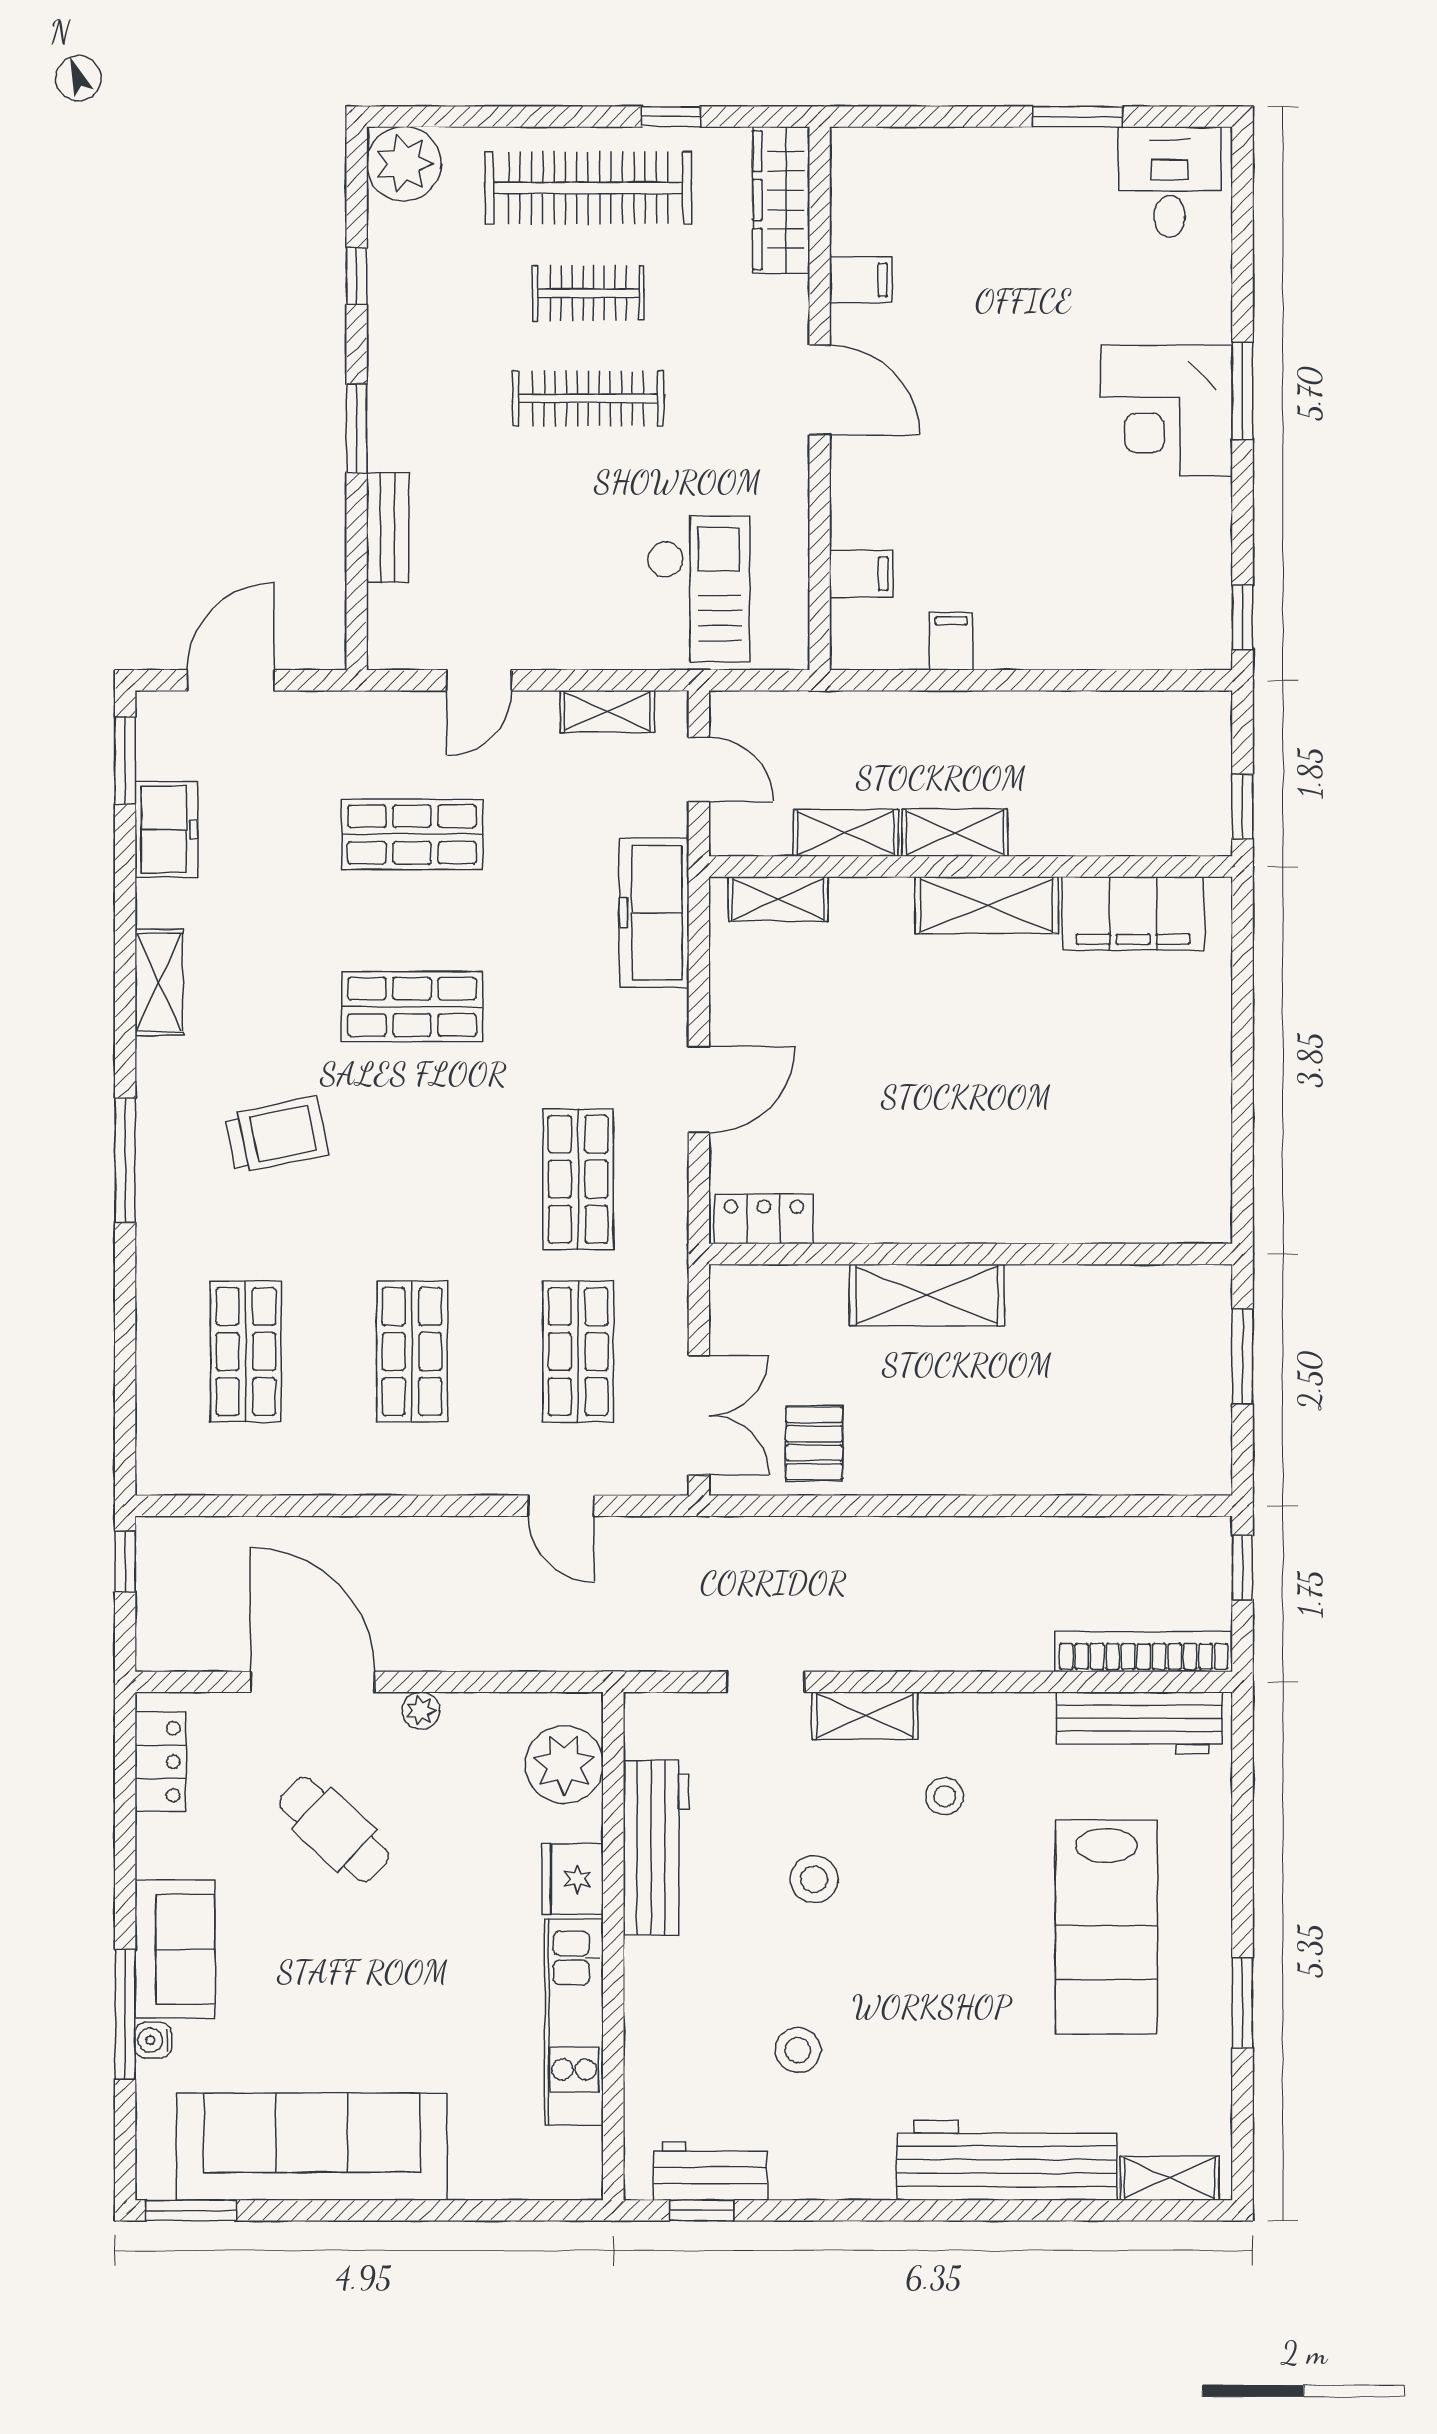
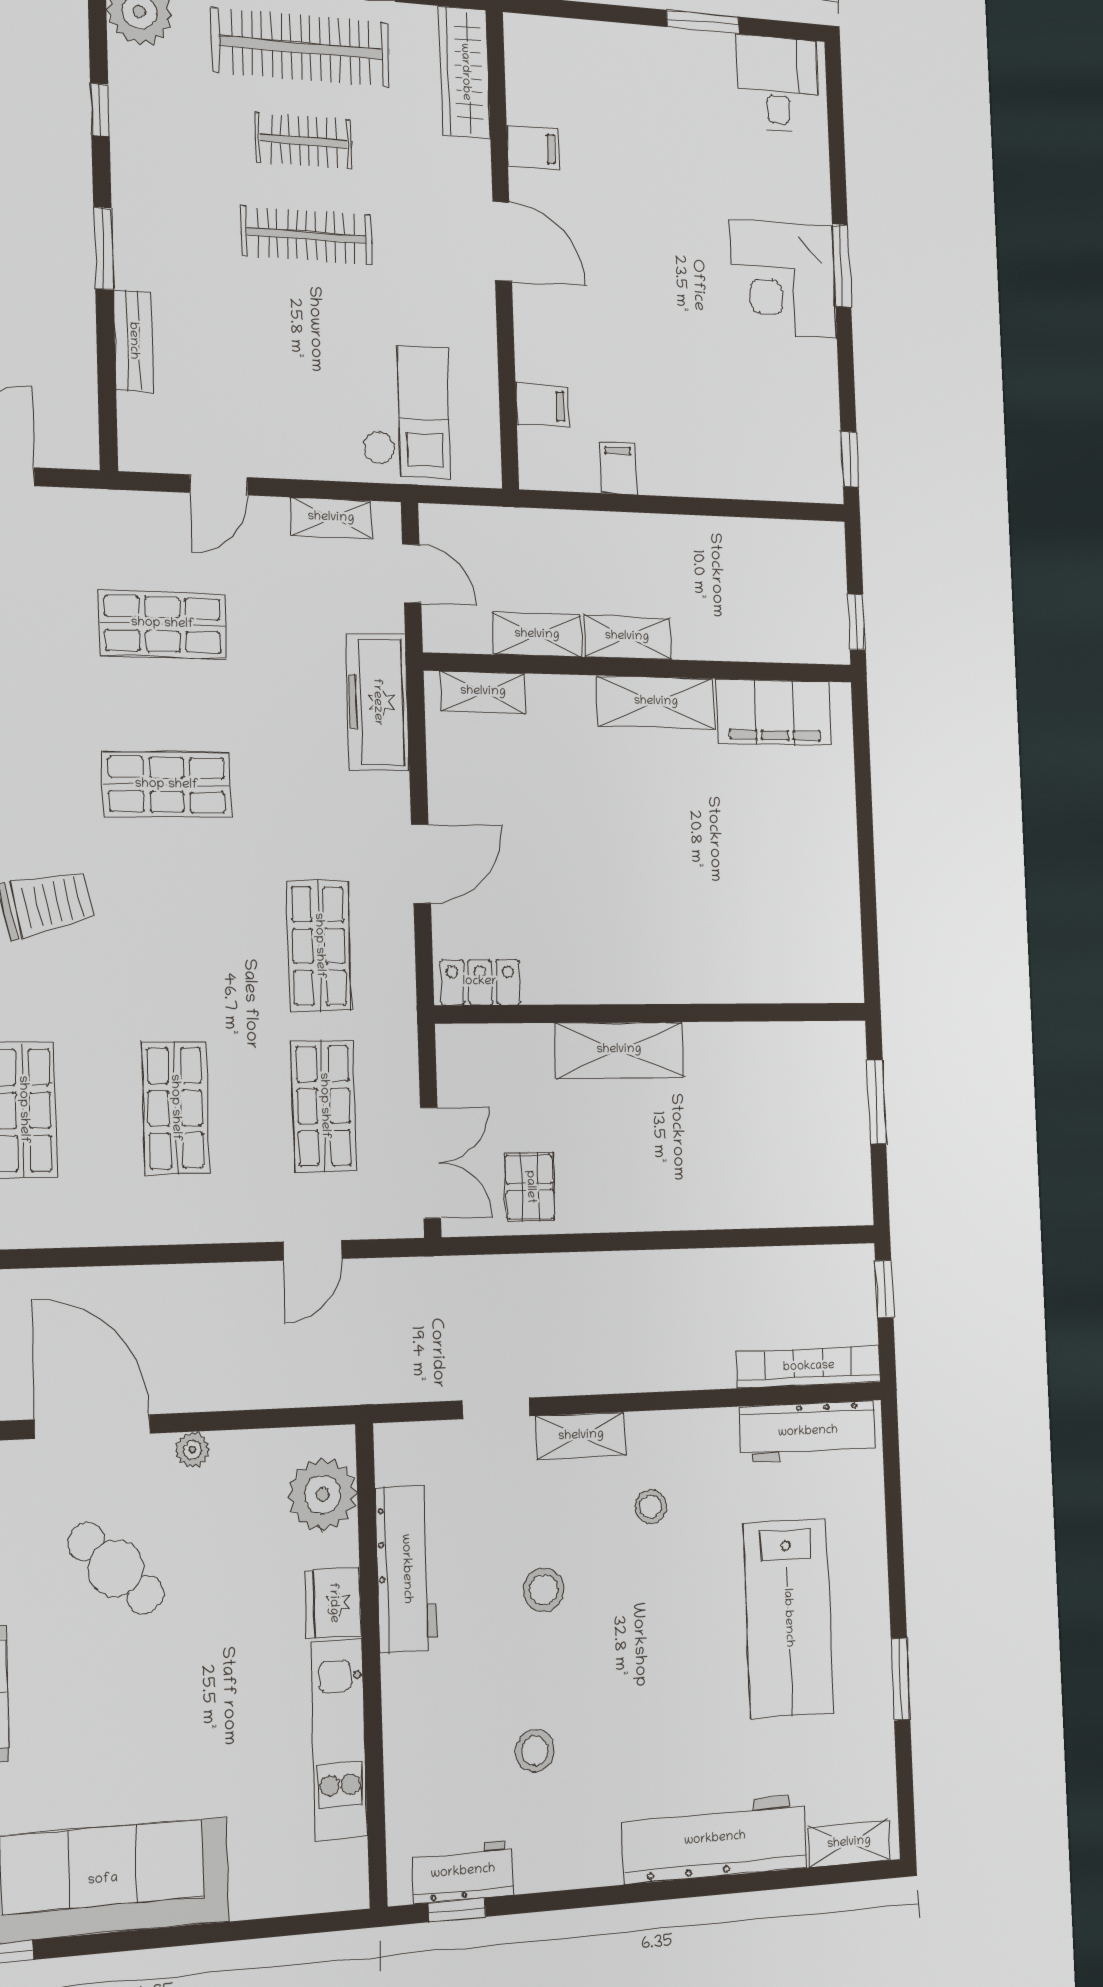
door: (561, 1506) -> (313, 1250), hinge flipped

